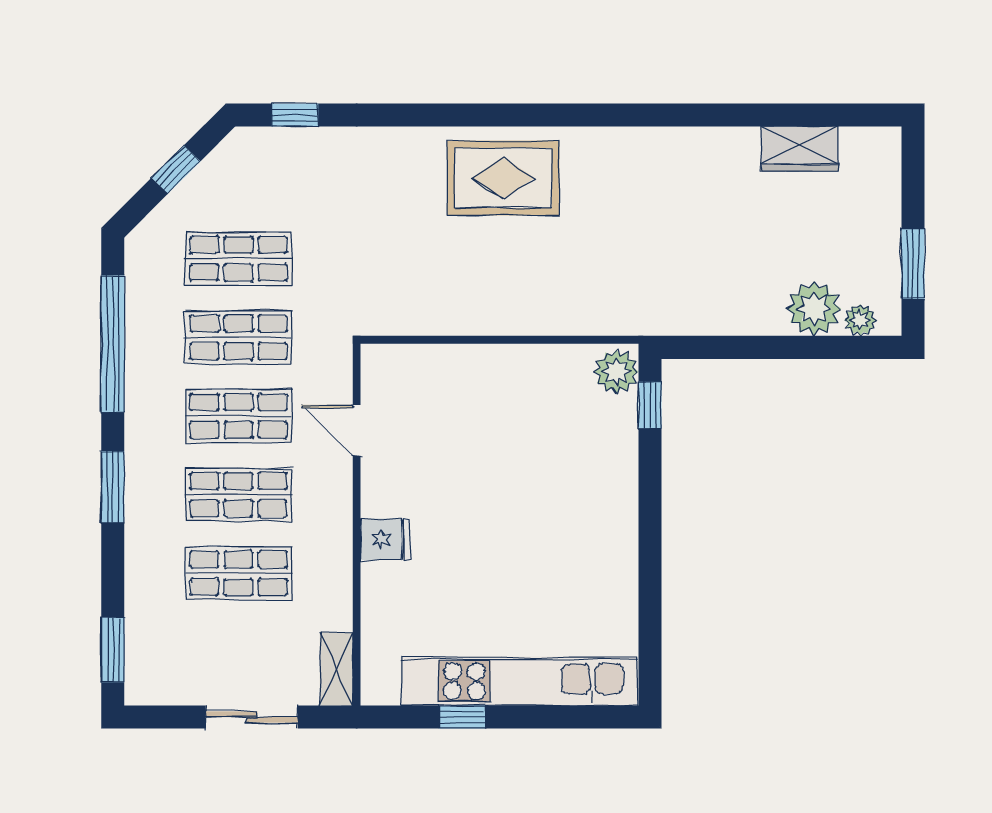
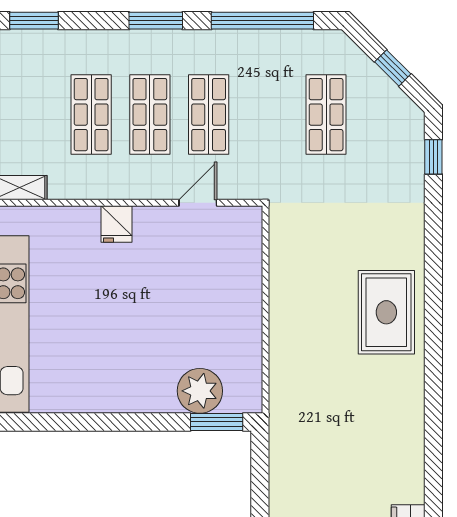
shop shelf: (239, 337) -> (267, 115), removed
plant: (616, 372) -> (200, 391), moved, width x1.36, depth x1.36
window: (650, 405) -> (217, 422), width x1.50

